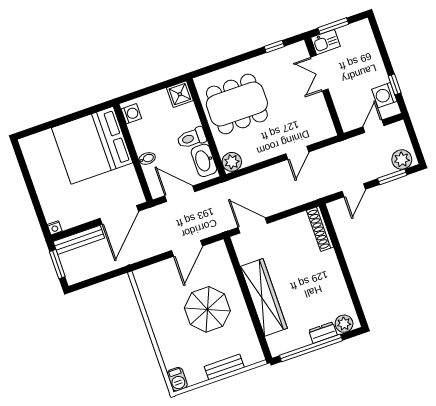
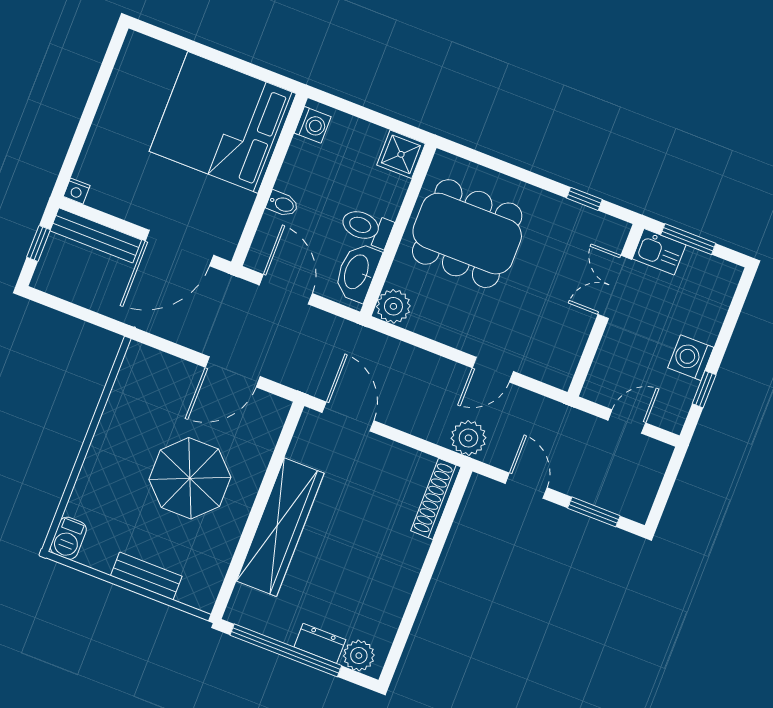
washing machine: (384, 95) -> (691, 358), moved
plant: (402, 160) -> (468, 438), moved
door: (354, 190) -> (526, 486), swing flipped
window: (57, 264) -> (38, 243), width x0.67

